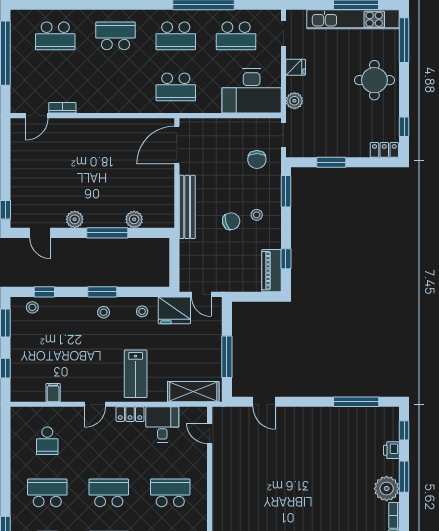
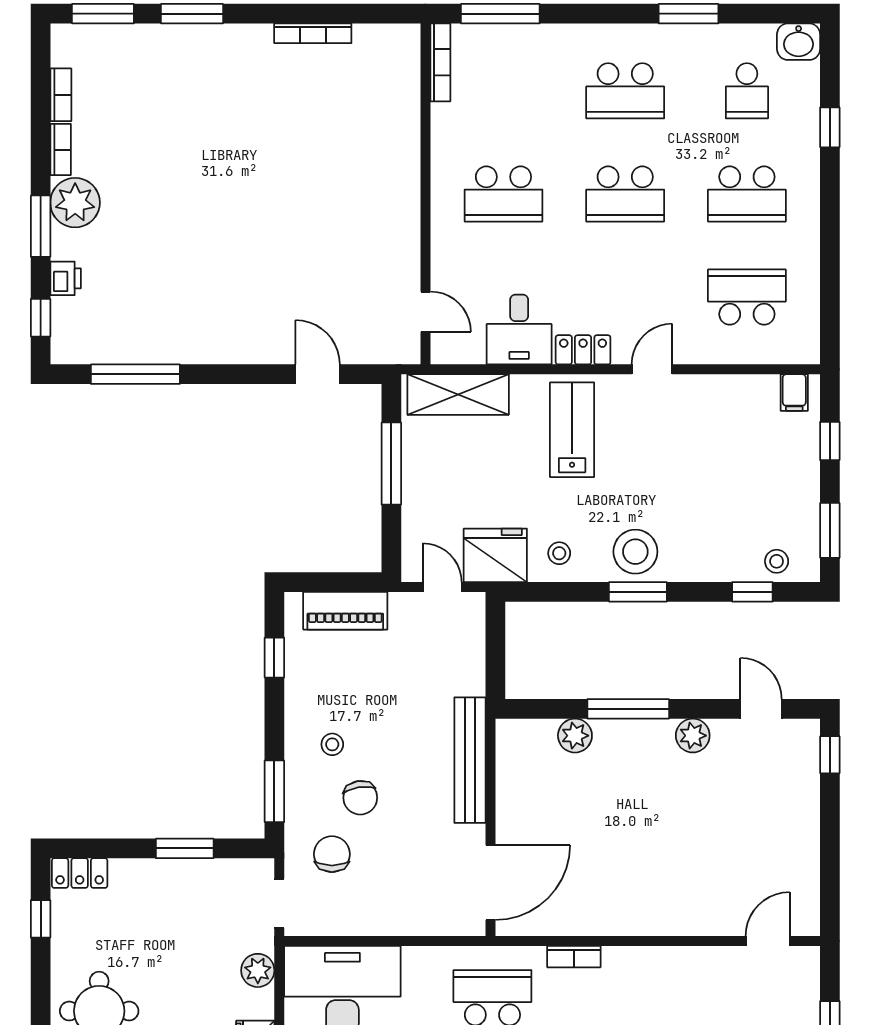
bookcase: (62, 108) -> (574, 957), moved
chair: (231, 221) -> (360, 798), moved, turned -82
piano: (271, 271) -> (345, 611), moved, turned 90
stool: (104, 312) -> (635, 552), width x1.89, depth x1.89
filing cabinet: (53, 393) -> (794, 393), moved
school desk: (47, 441) -> (747, 297), width x1.85

